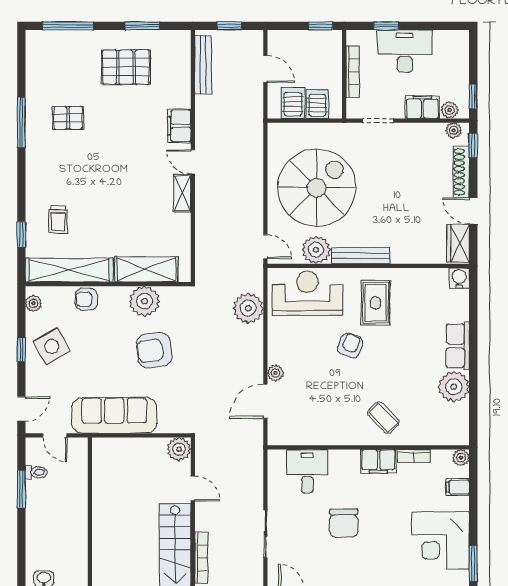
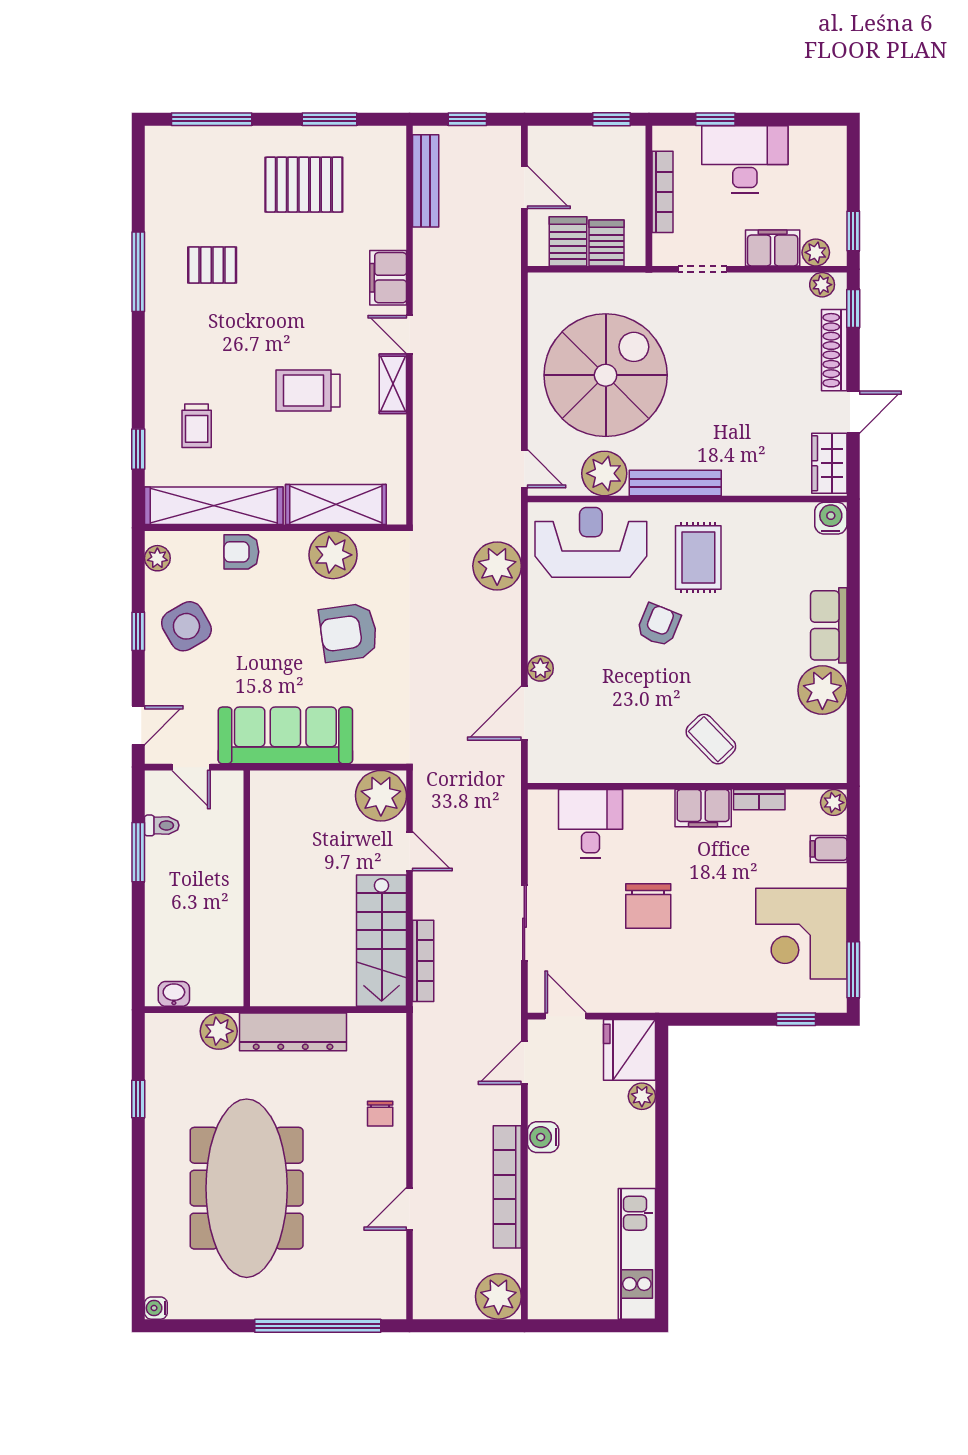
trolley: (129, 197) -> (308, 391), added
door: (473, 211) -> (853, 412), swing flipped
plant: (179, 449) -> (381, 796), width x1.36, depth x1.36

